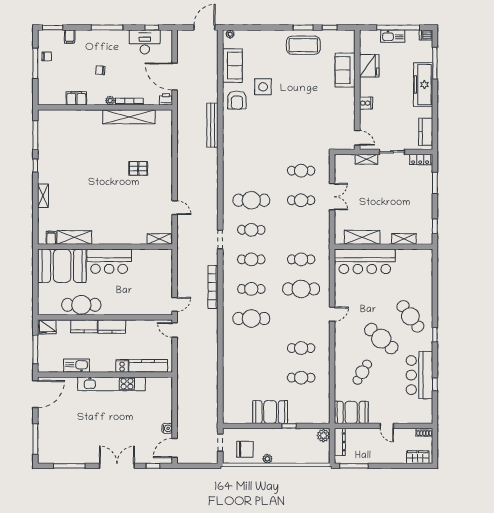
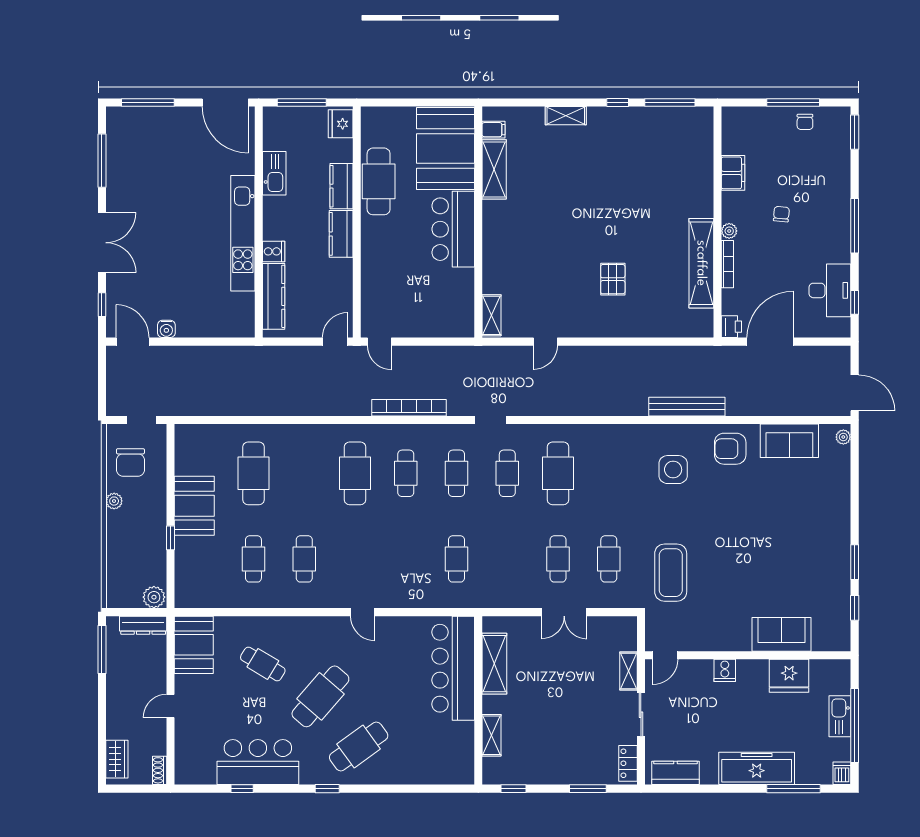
filing cabinet: (70, 37) -> (839, 161), removed
coffee table: (303, 45) -> (671, 573), moved
side table: (263, 87) -> (673, 470), moved
cafe table: (301, 289) -> (253, 473), moved

